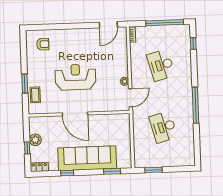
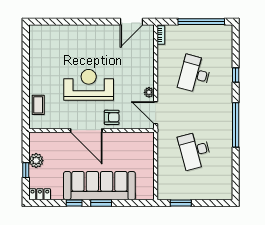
window: (193, 43) -> (236, 75), moved
armchair: (43, 44) -> (112, 117), moved
desk: (161, 65) -> (195, 74), turned 30
window: (25, 84) -> (26, 90), removed
door: (130, 98) -> (156, 113), swing flipped
window: (112, 171) -> (101, 203), moved

